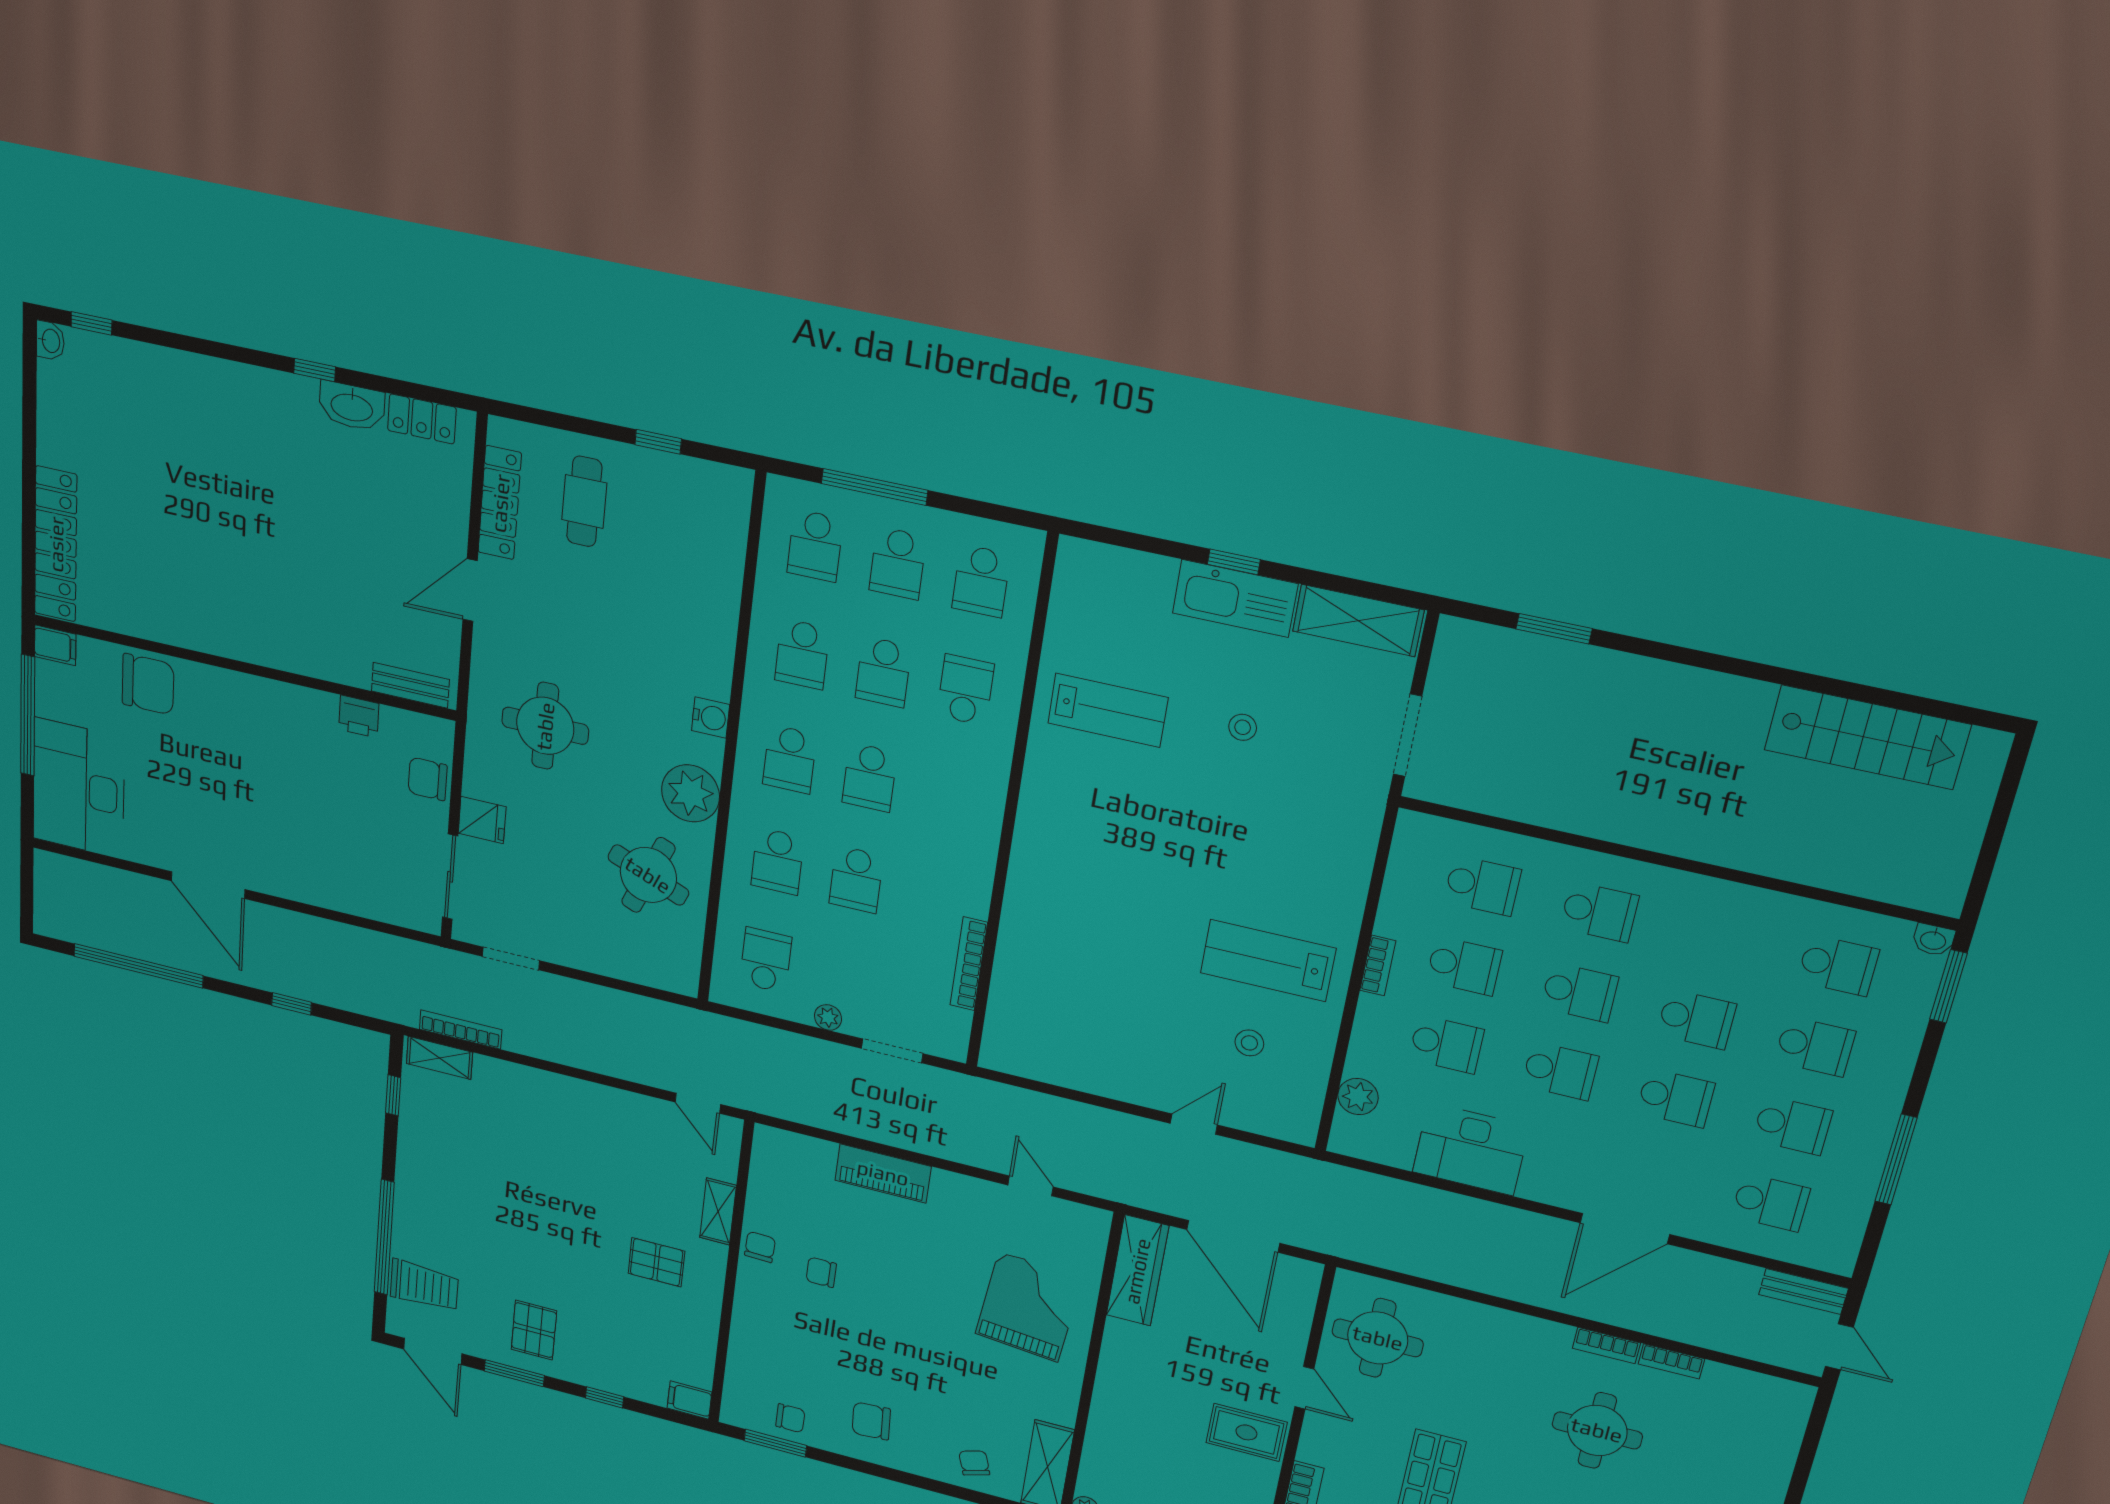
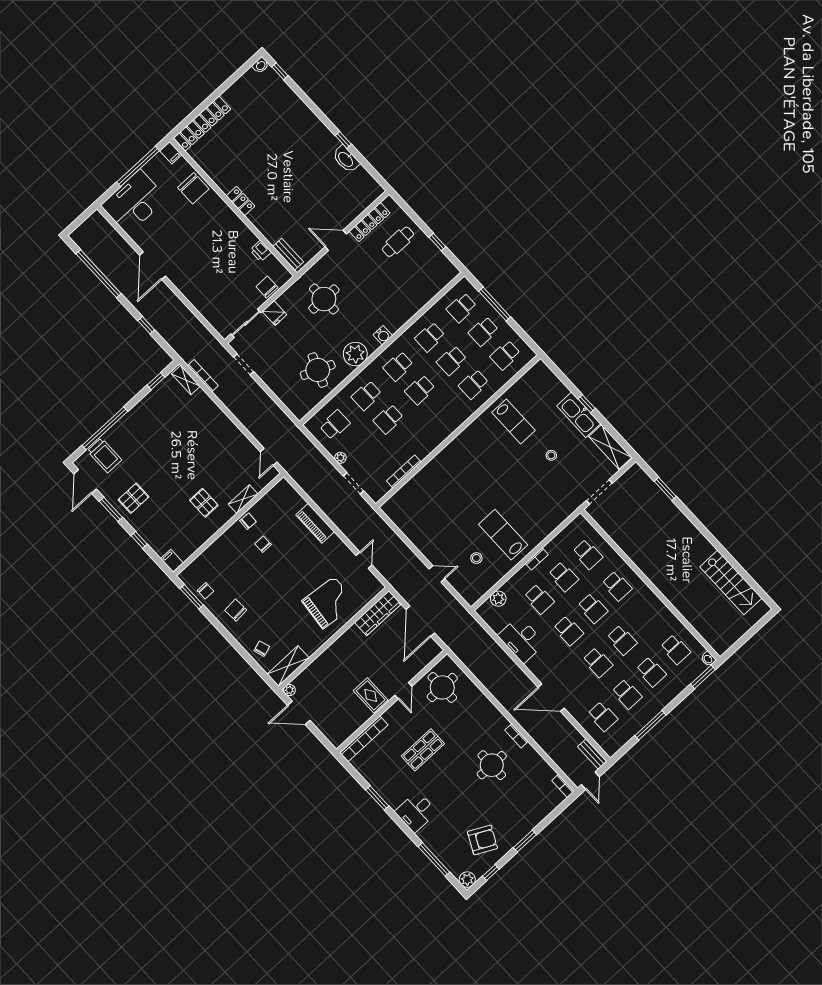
locker: (422, 419) -> (240, 201), moved, turned 180
school desk: (965, 690) -> (474, 384), turned 180
bookcase: (1671, 1361) -> (563, 786), moved

